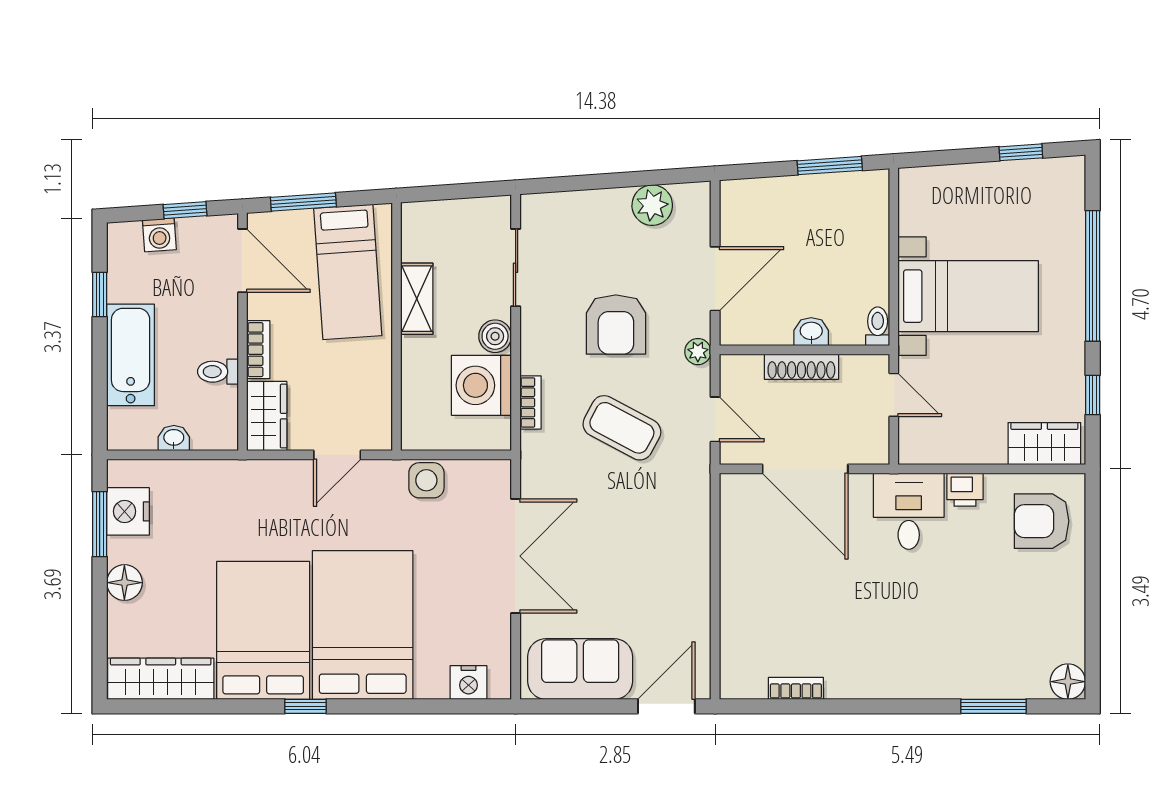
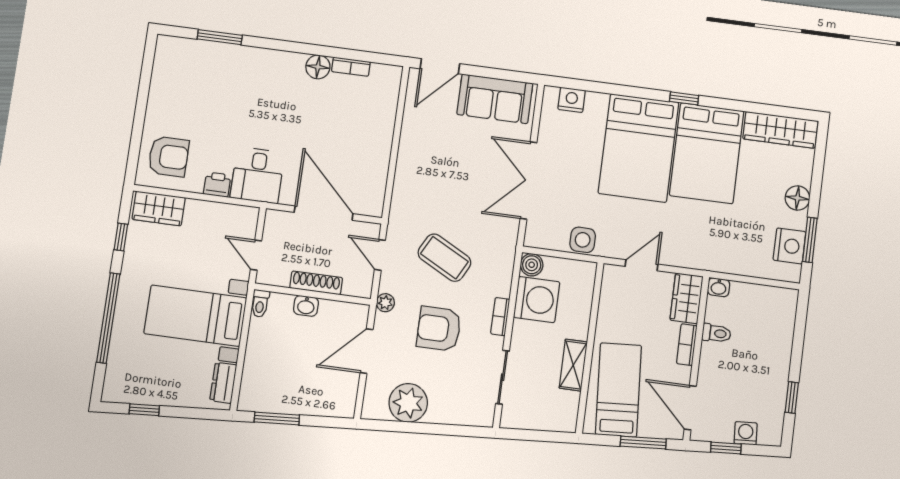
plant: (652, 205) -> (408, 403), width x1.36, depth x1.36
dresser: (914, 206) -> (223, 383), added
armchair: (616, 325) -> (439, 329), turned -90
boiler: (495, 336) -> (532, 265), moved
bathtub: (131, 355) -> (775, 353), removed
bookcase: (530, 402) -> (500, 317), moved
washbasin: (174, 438) -> (719, 287), moved
floor lamp: (1068, 682) -> (318, 67), moved

